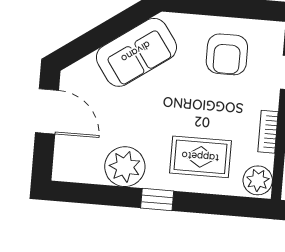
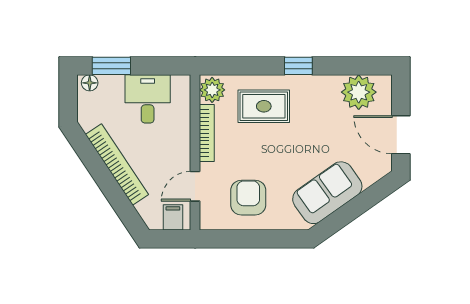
bookcase: (268, 132) -> (207, 133), width x1.56
plant: (125, 167) -> (359, 92), moved

